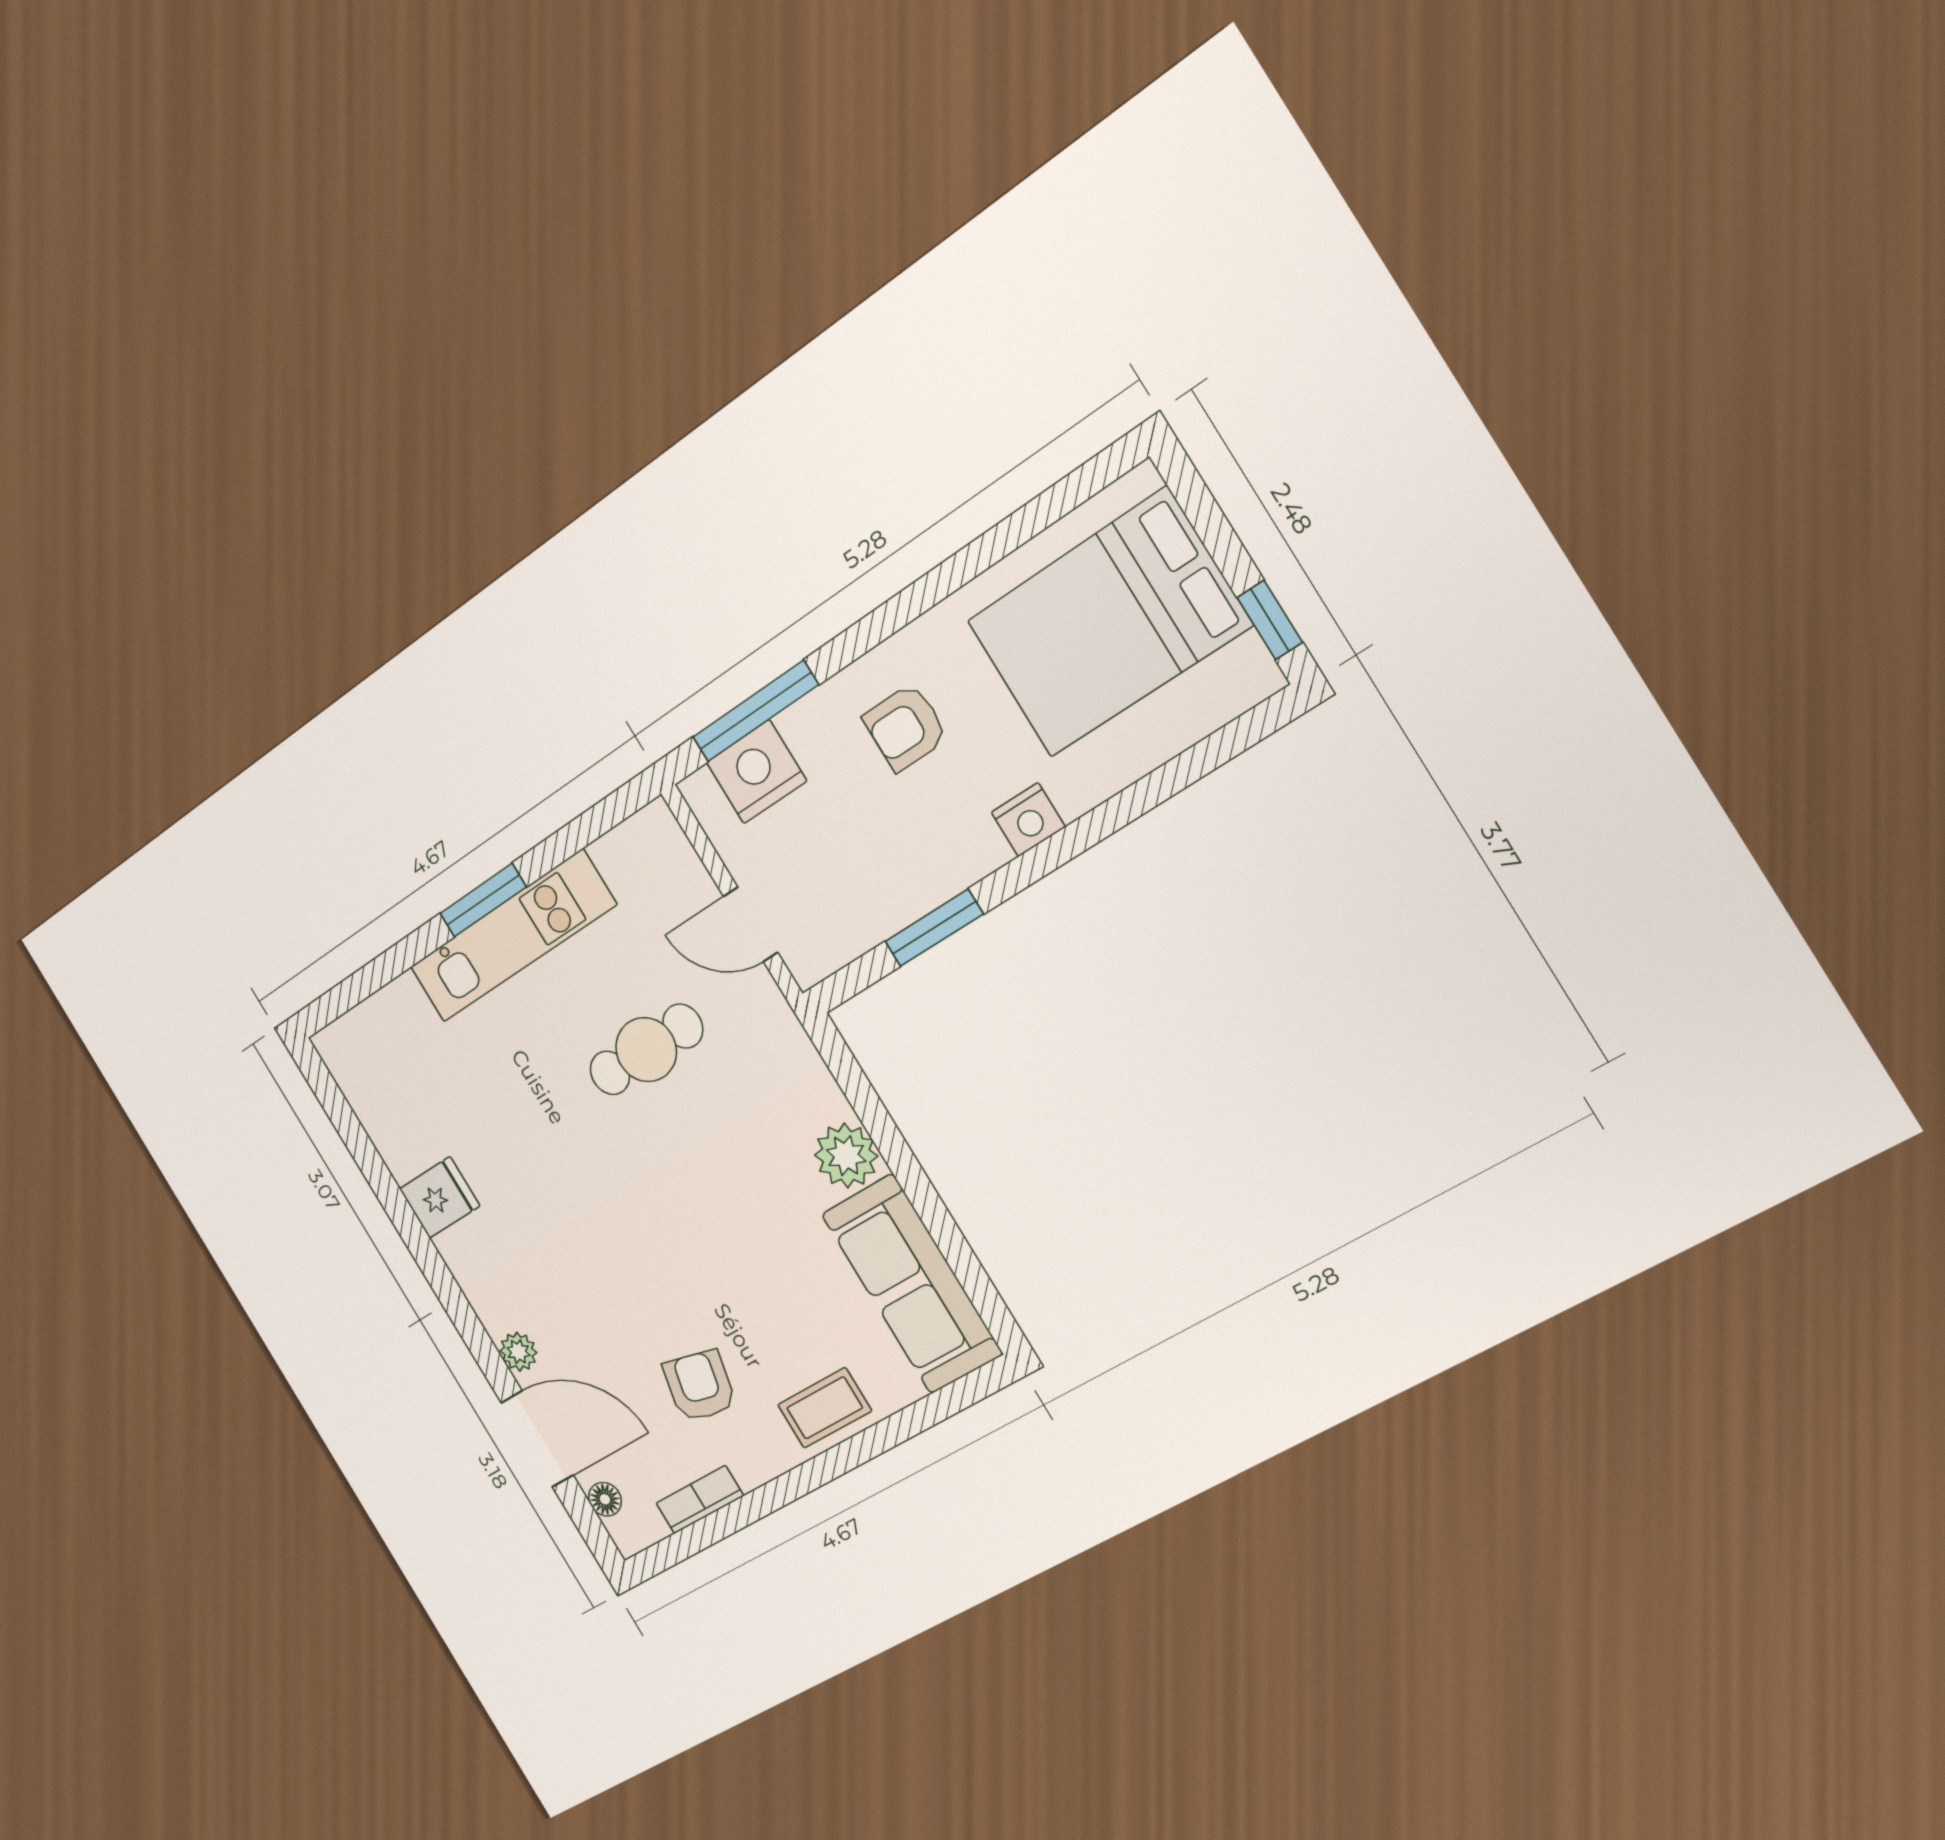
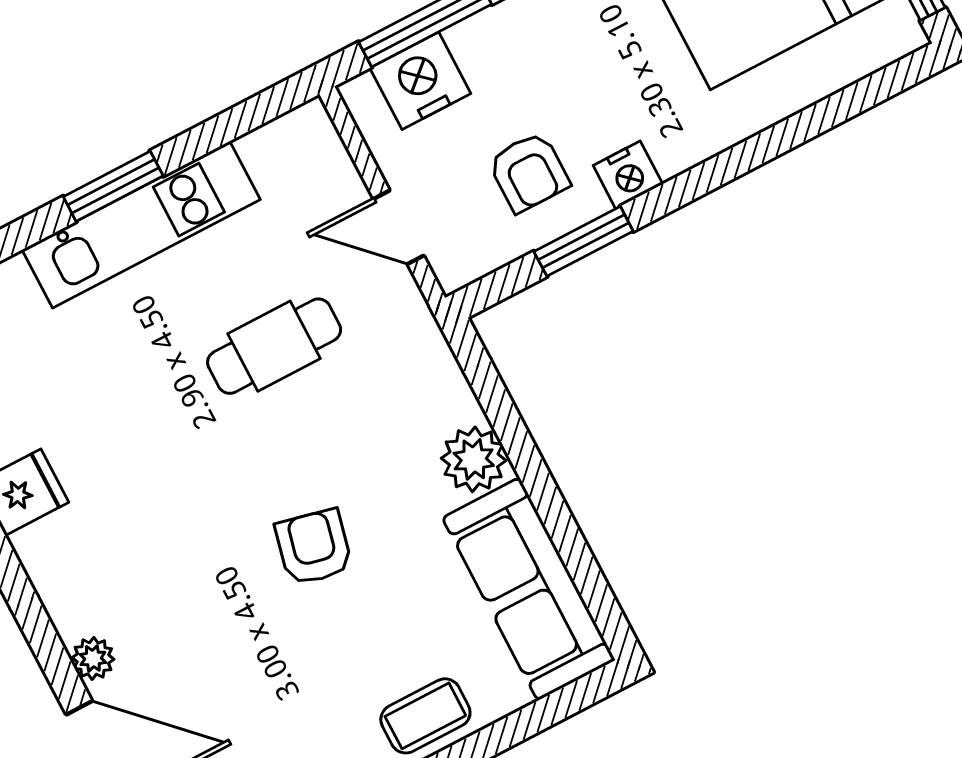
armchair: (905, 727) -> (529, 172), moved, turned -90
nightstand: (1028, 820) -> (628, 175), moved
armchair: (700, 1386) -> (314, 547), moved

